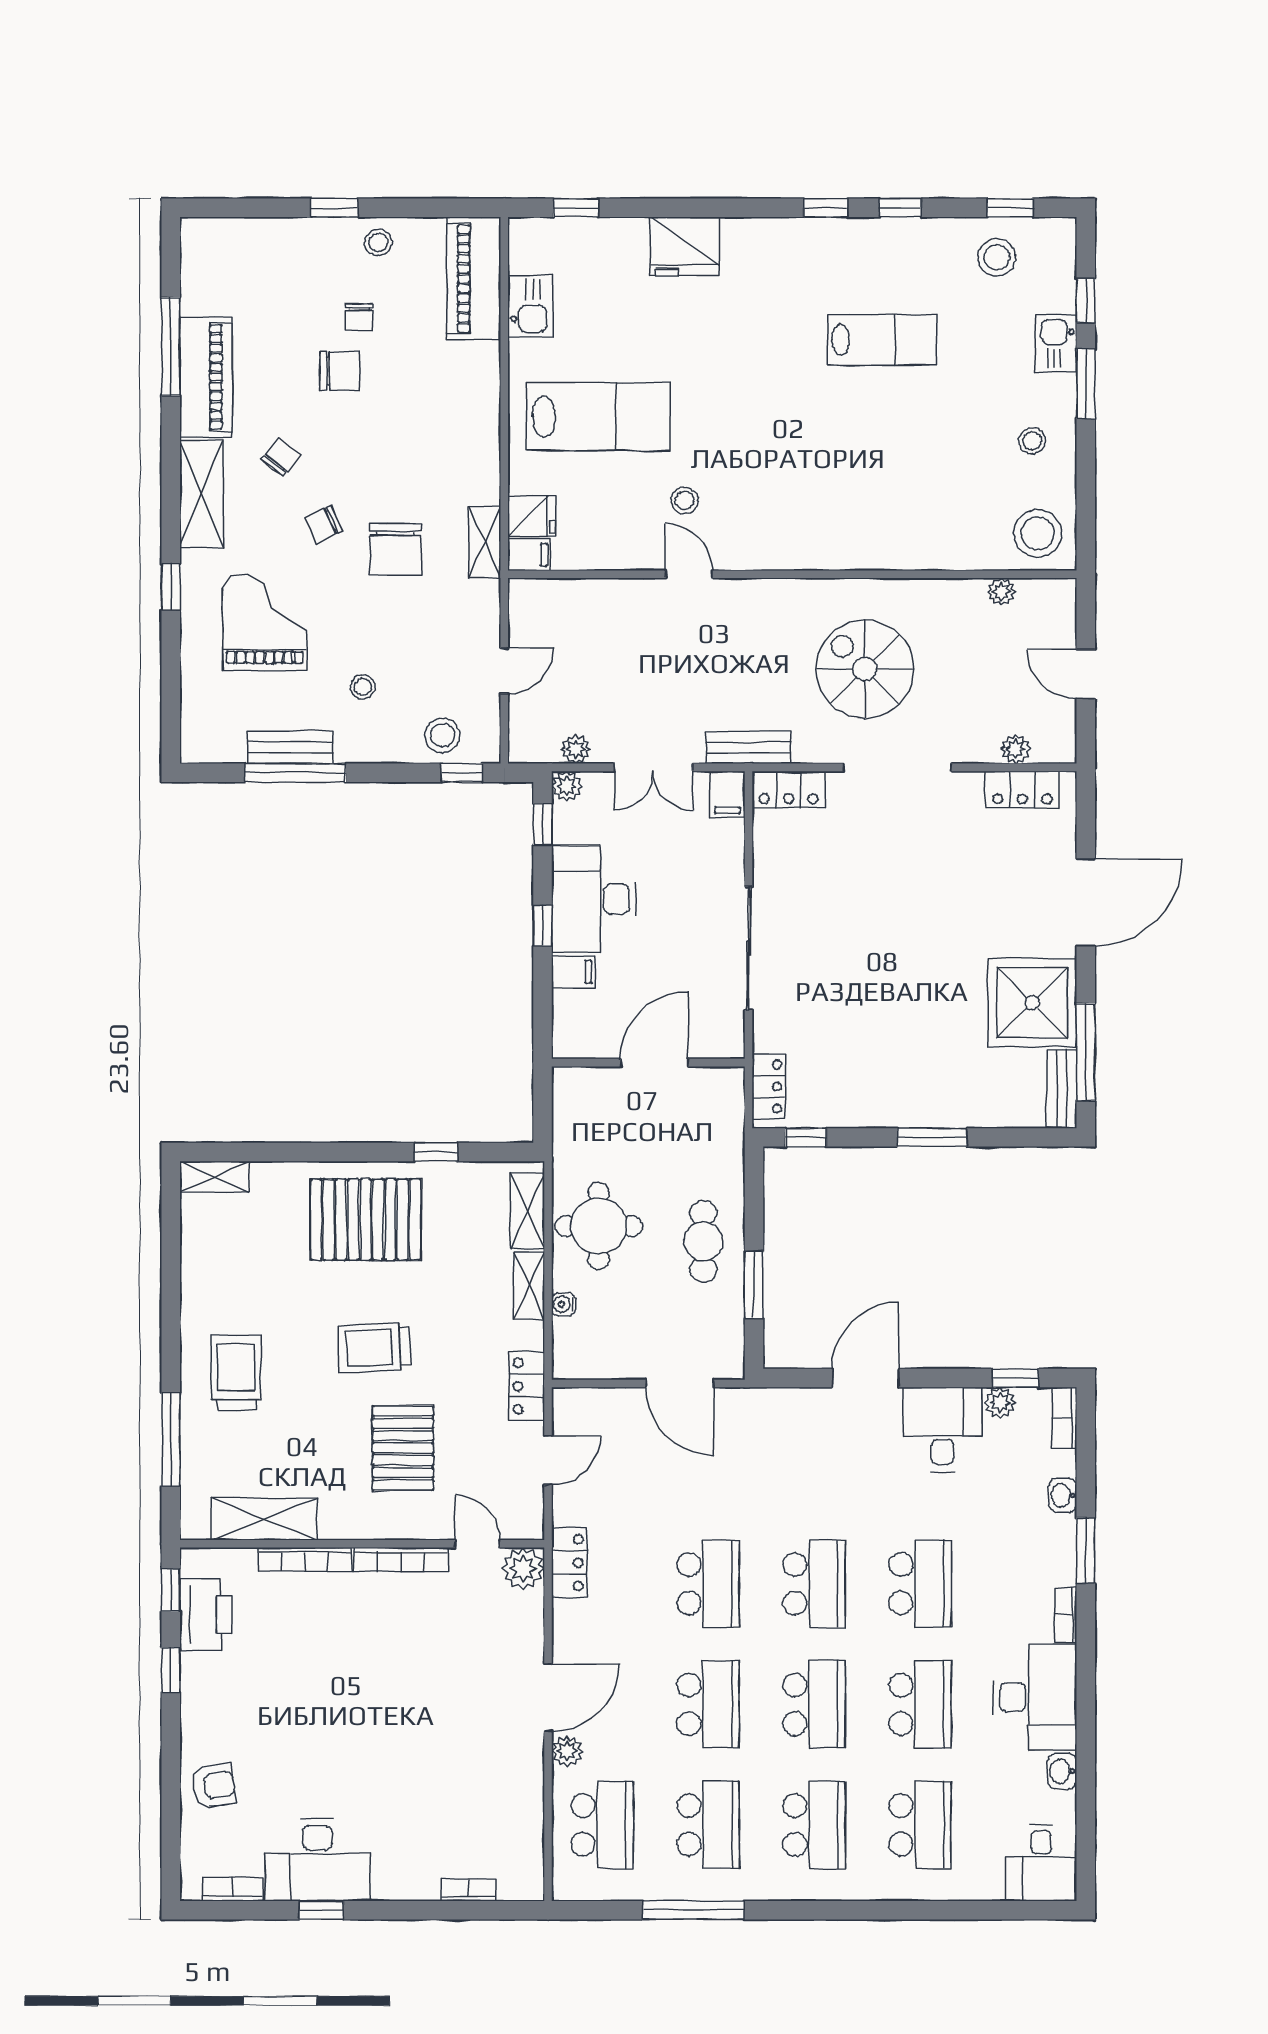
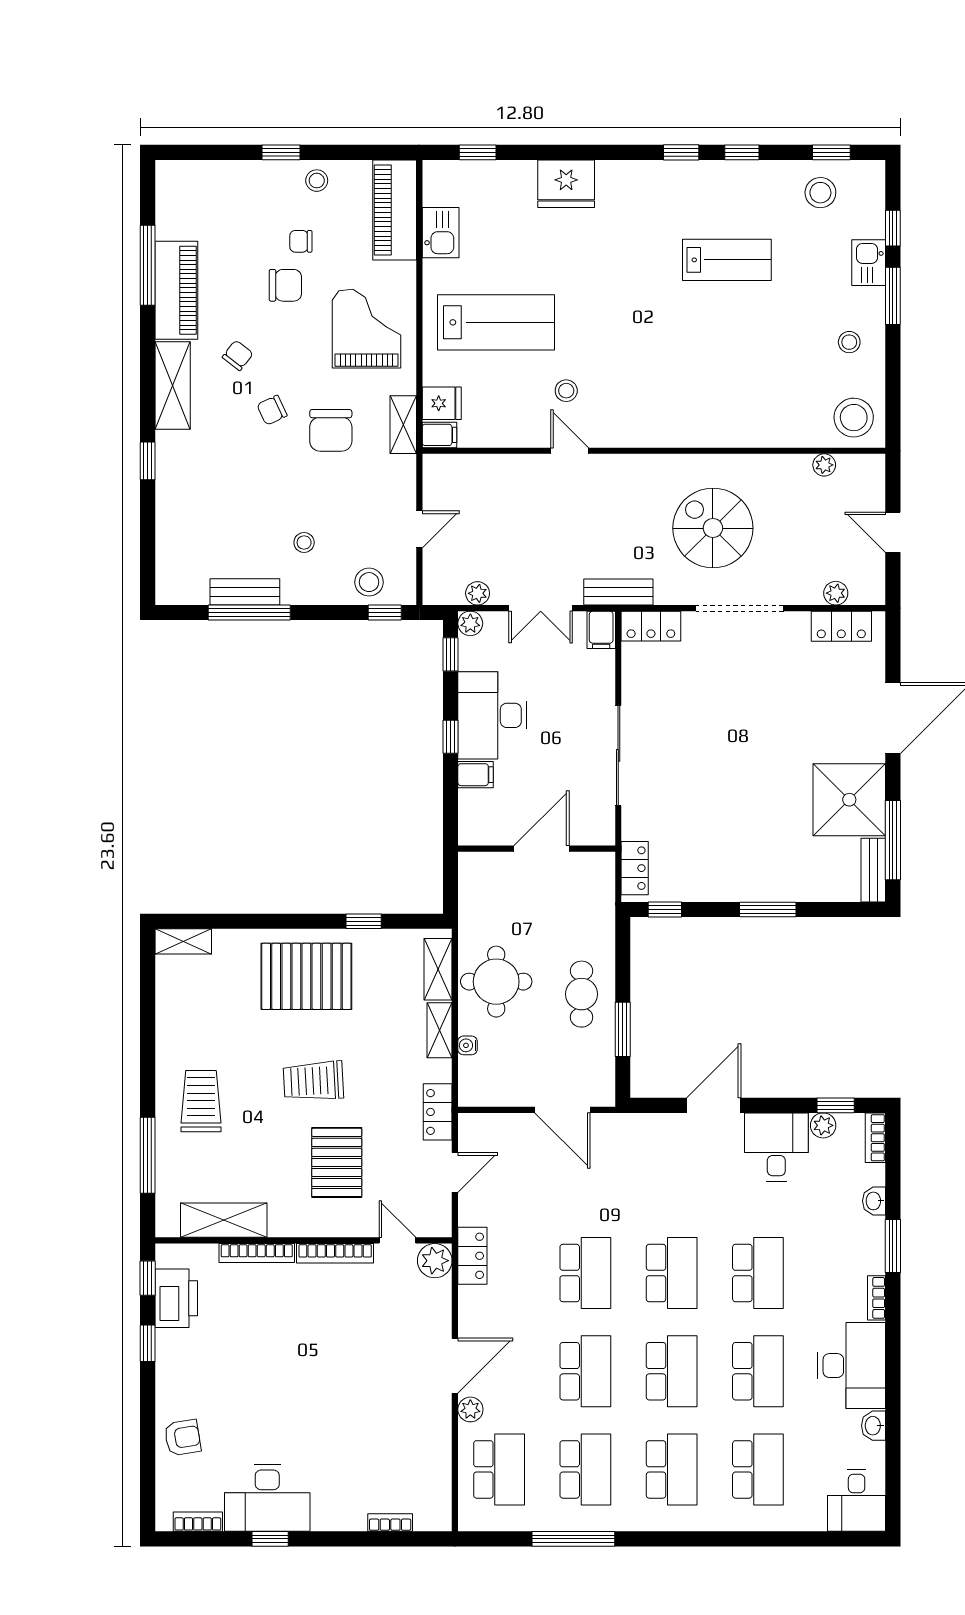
chair: (359, 317) -> (301, 241), turned 90
grand piano: (265, 622) -> (366, 329), moved

